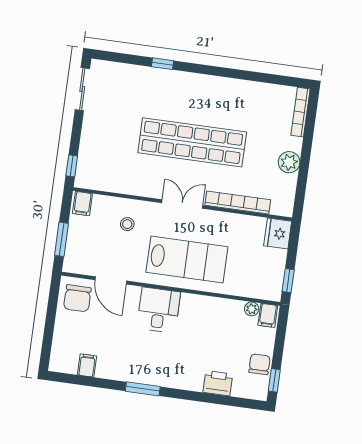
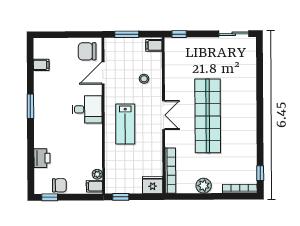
window: (163, 64) -> (260, 173), moved
bookcase: (238, 203) -> (170, 171), moved
lab bench: (187, 260) -> (125, 124), width x0.73, depth x0.72

